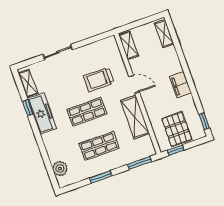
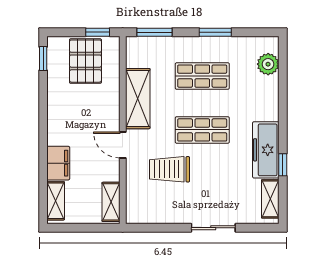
trolley: (99, 79) -> (170, 169), turned 180
filing cabinet: (180, 85) -> (58, 163), moved

